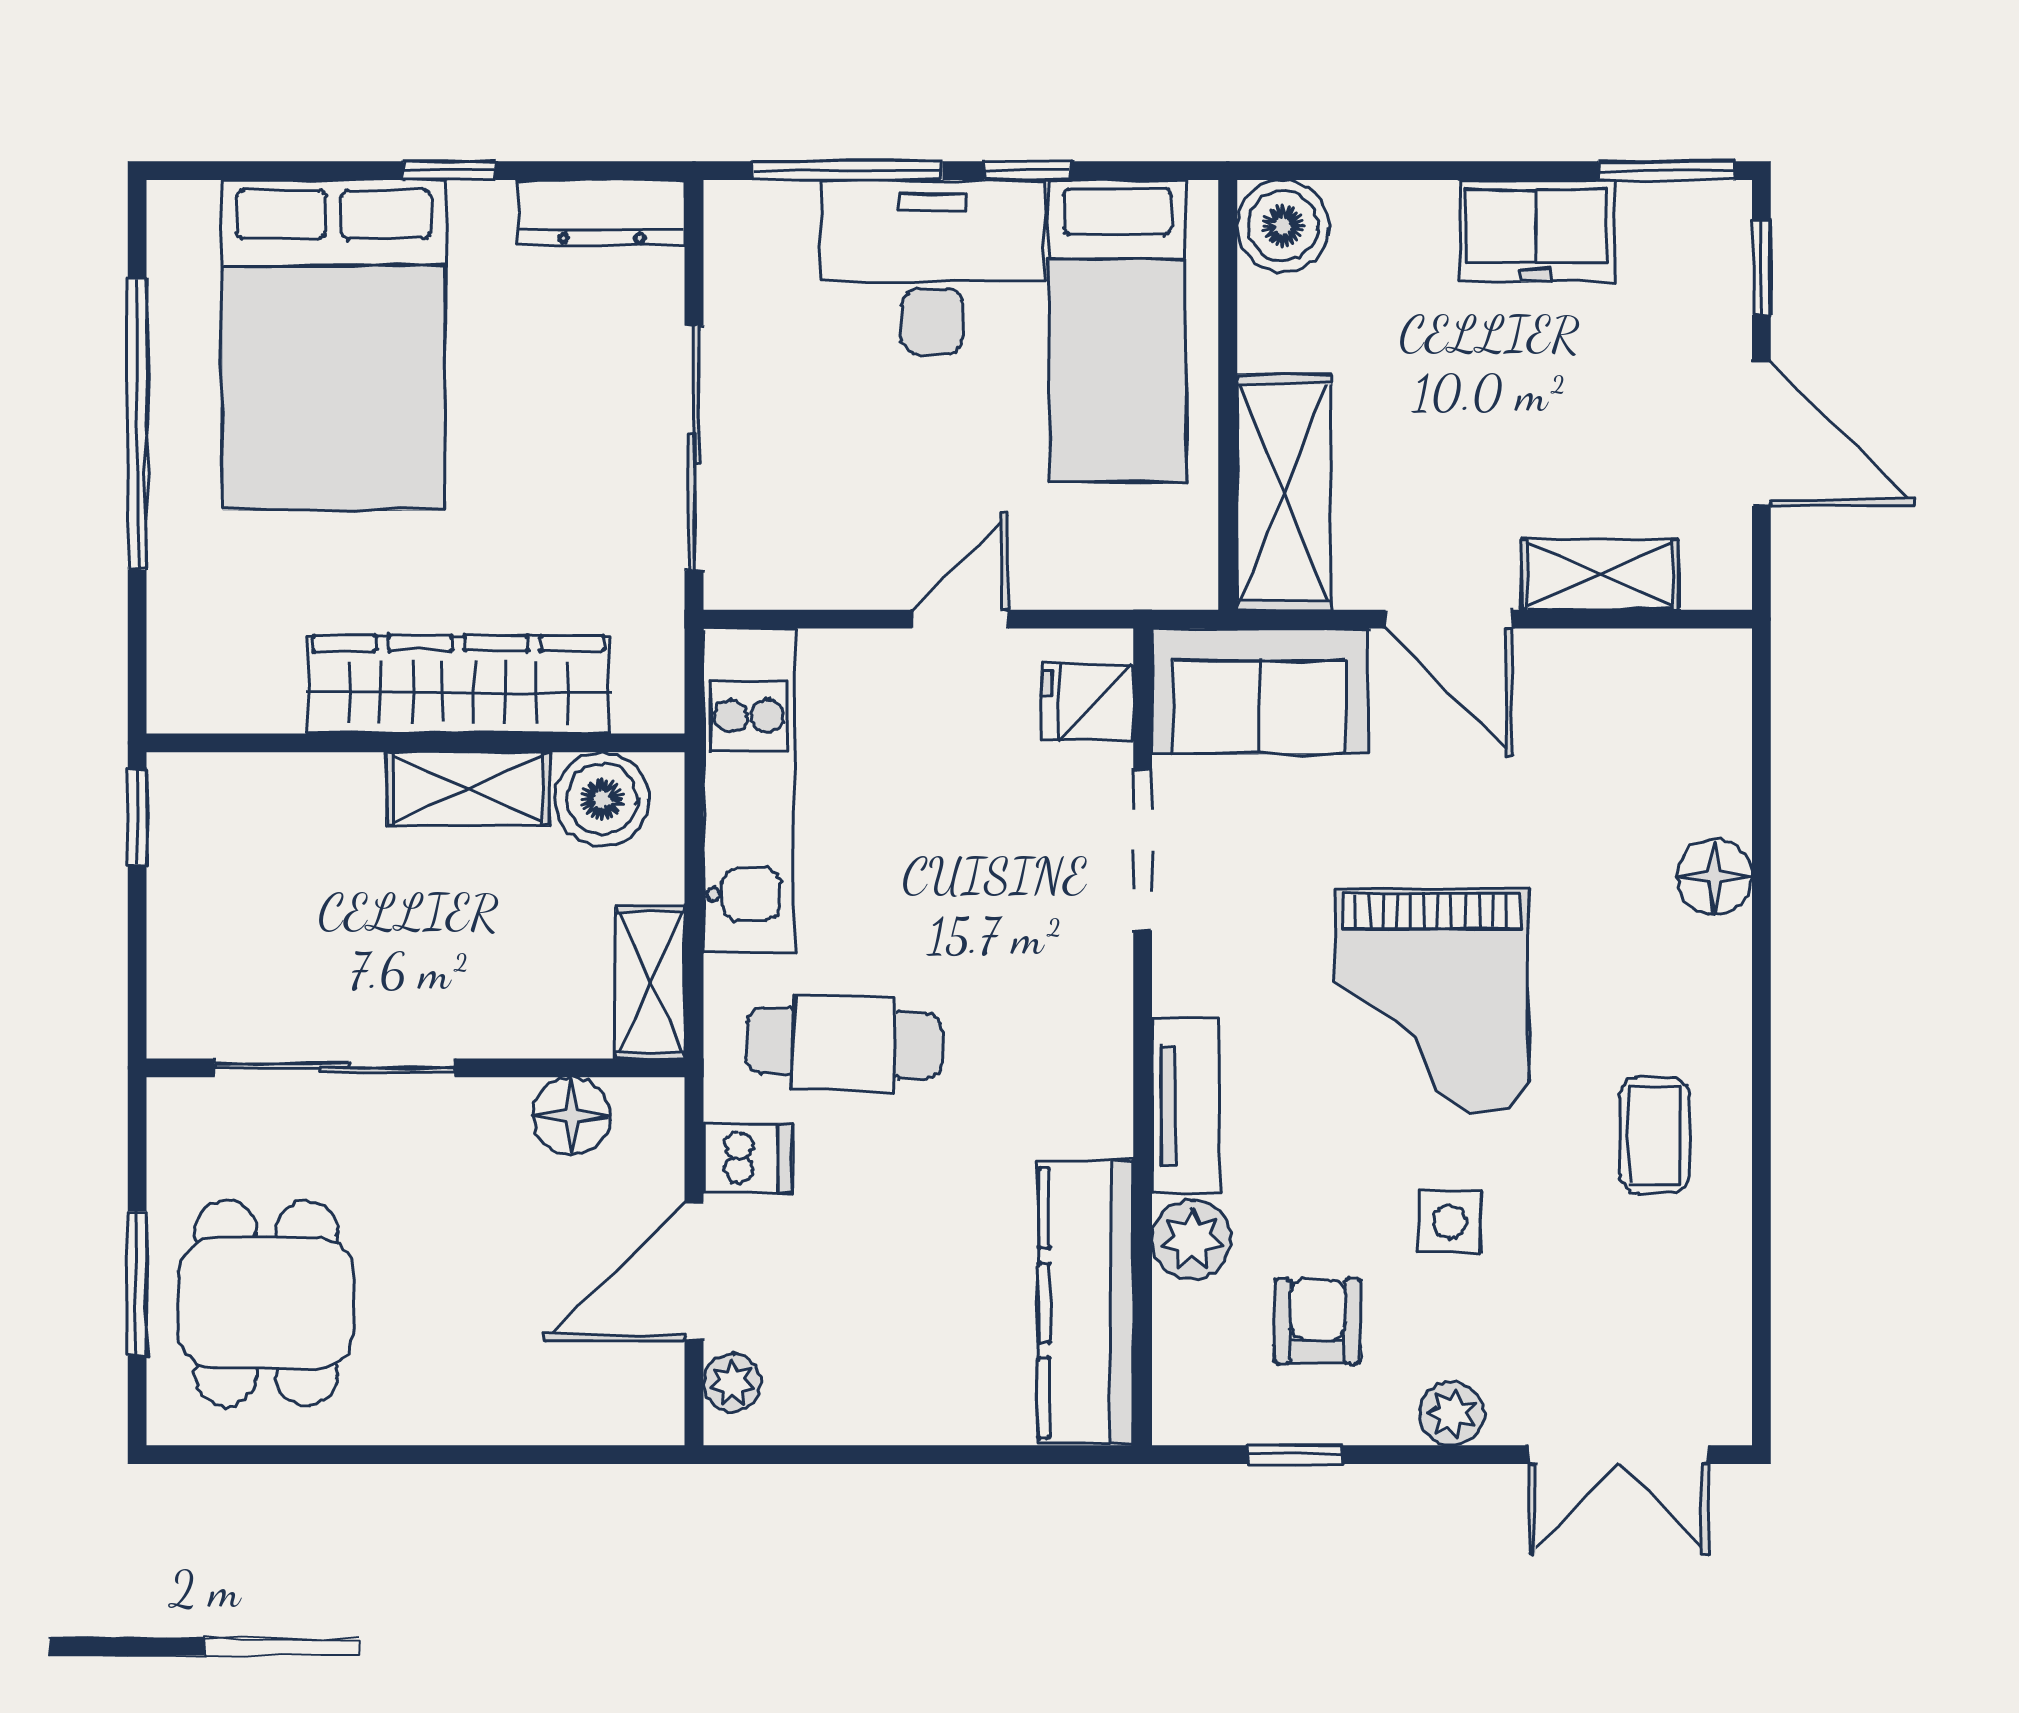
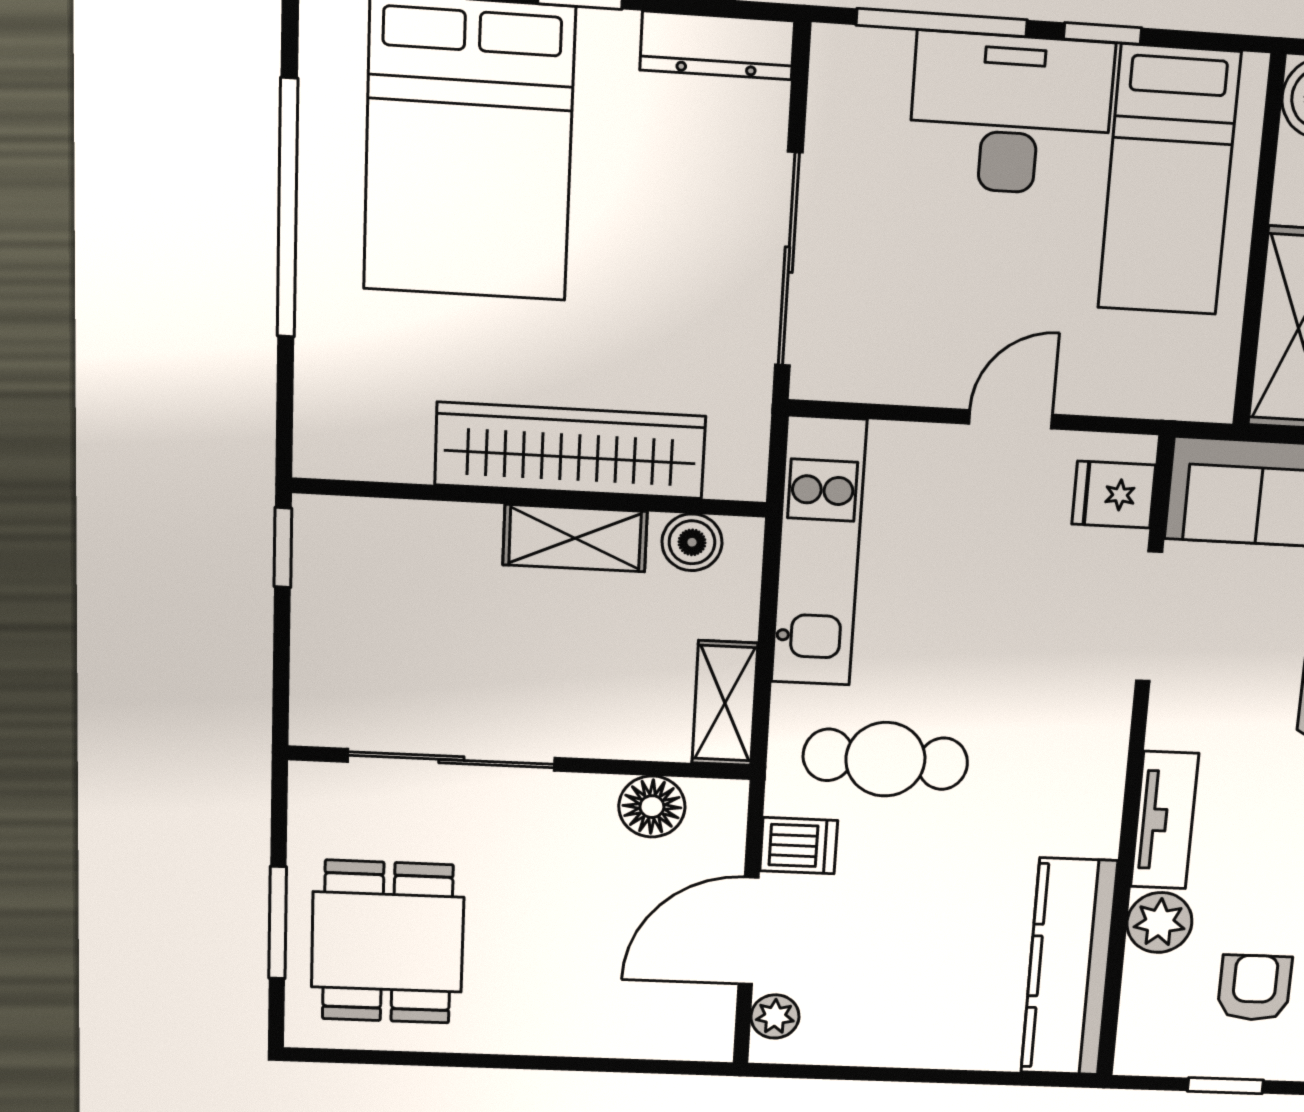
boiler: (602, 799) -> (692, 542), width x0.73, depth x0.73

